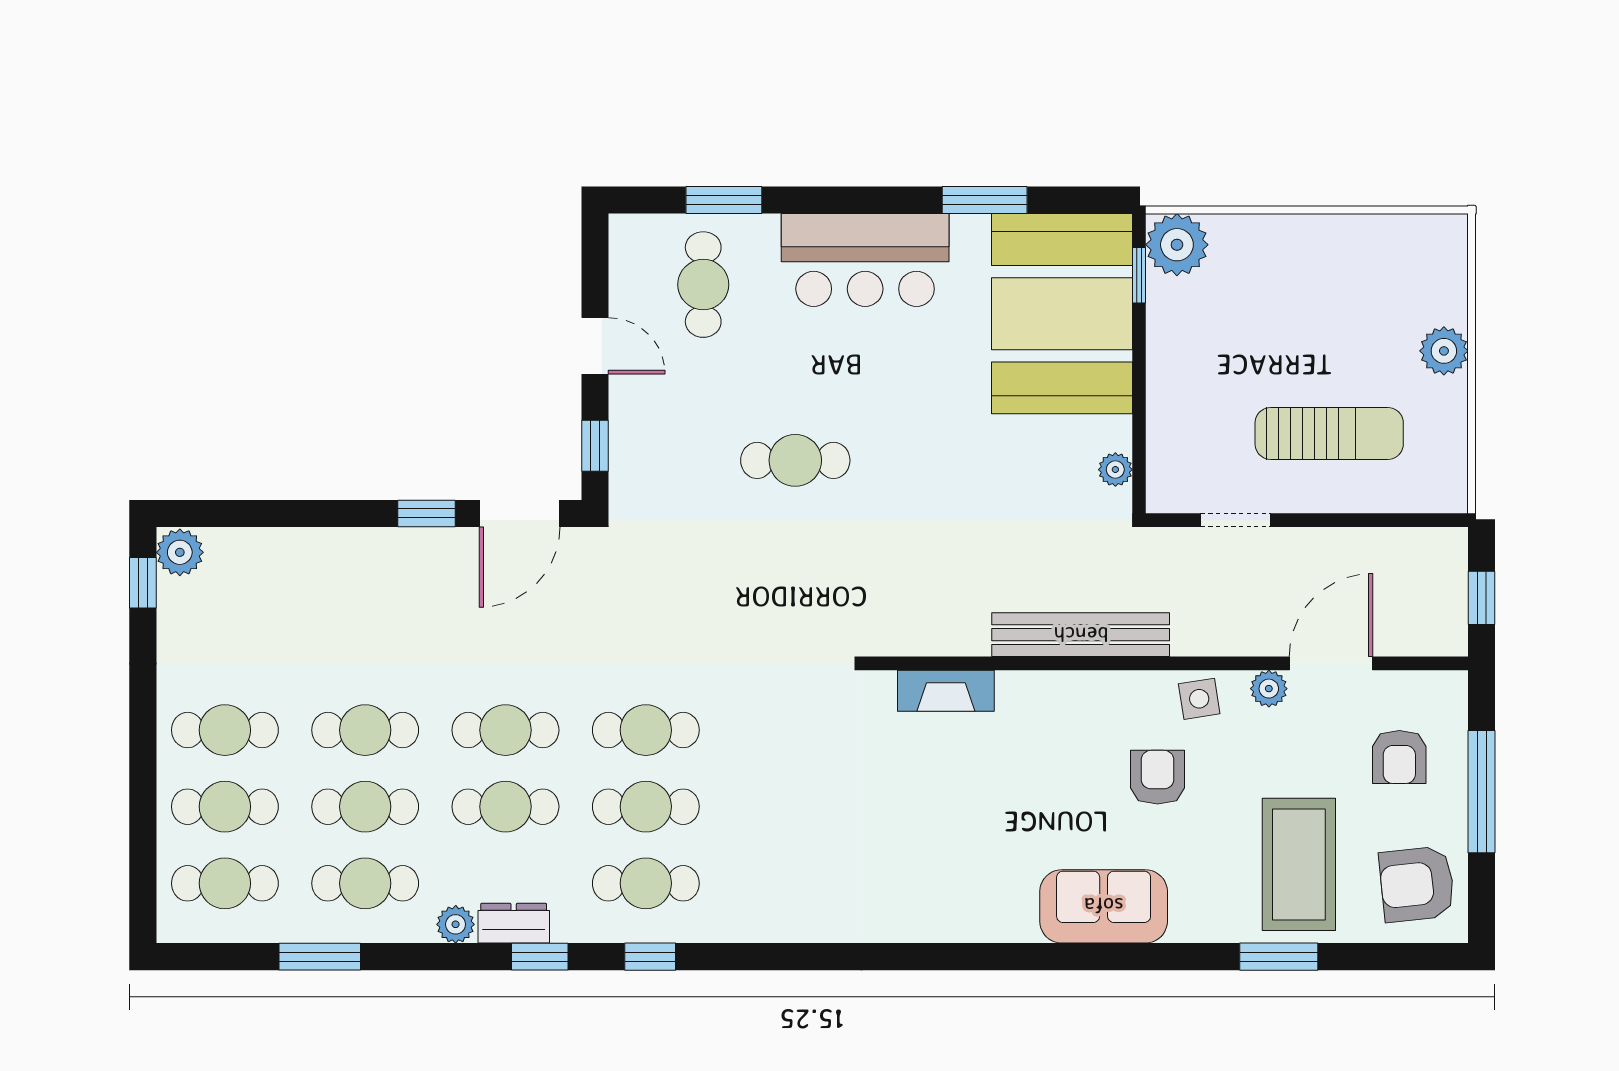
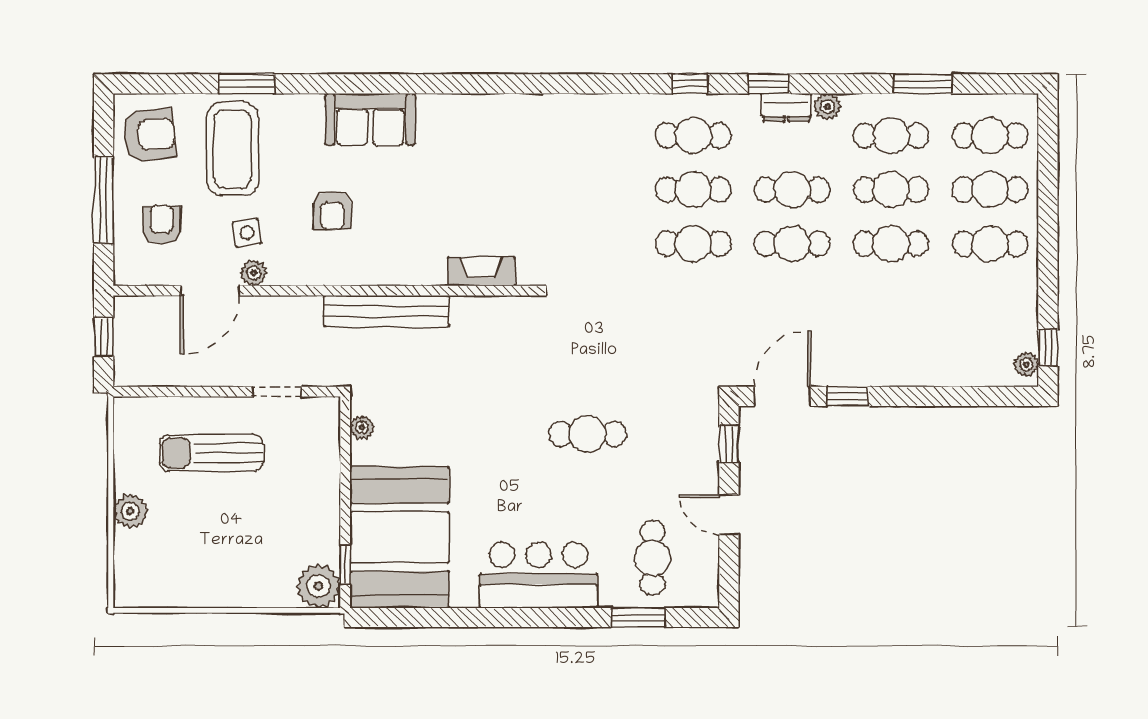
window: (985, 200) -> (454, 617), removed
plant: (180, 552) -> (1026, 364), width x0.73, depth x0.73
side table: (1199, 699) -> (247, 233), moved

